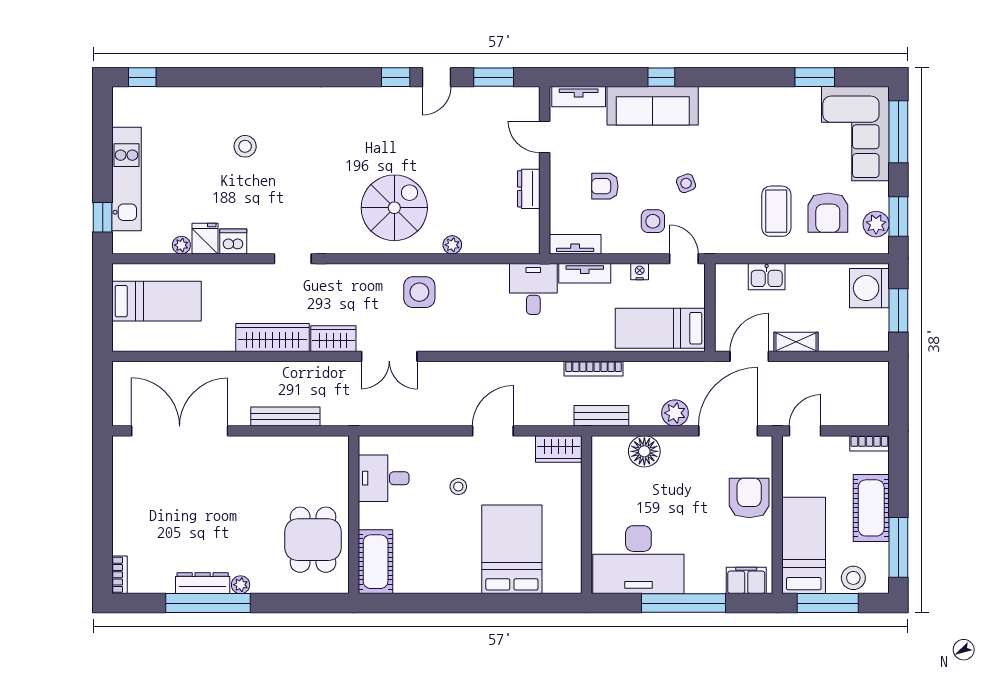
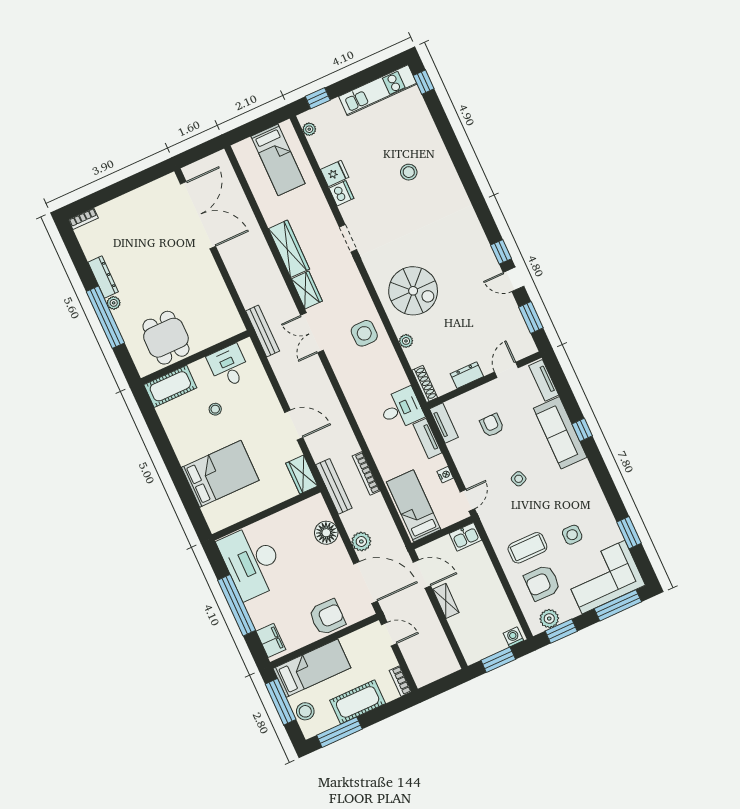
kitchen unit: (126, 179) -> (378, 90), moved
side table: (653, 221) -> (572, 535), moved
plant: (181, 245) -> (309, 129), moved
shoe rack: (516, 246) -> (425, 384), added
kitchen sink: (767, 277) -> (465, 537), moved, turned -90
washing machine: (869, 288) -> (513, 637), width x0.53, depth x0.53
bench: (601, 416) -> (334, 486), width x1.36
bench: (285, 417) -> (263, 331), moved
stool: (458, 487) -> (215, 409), moved
dining table: (313, 540) -> (166, 338), turned 90
window: (208, 603) -> (105, 317), moved

